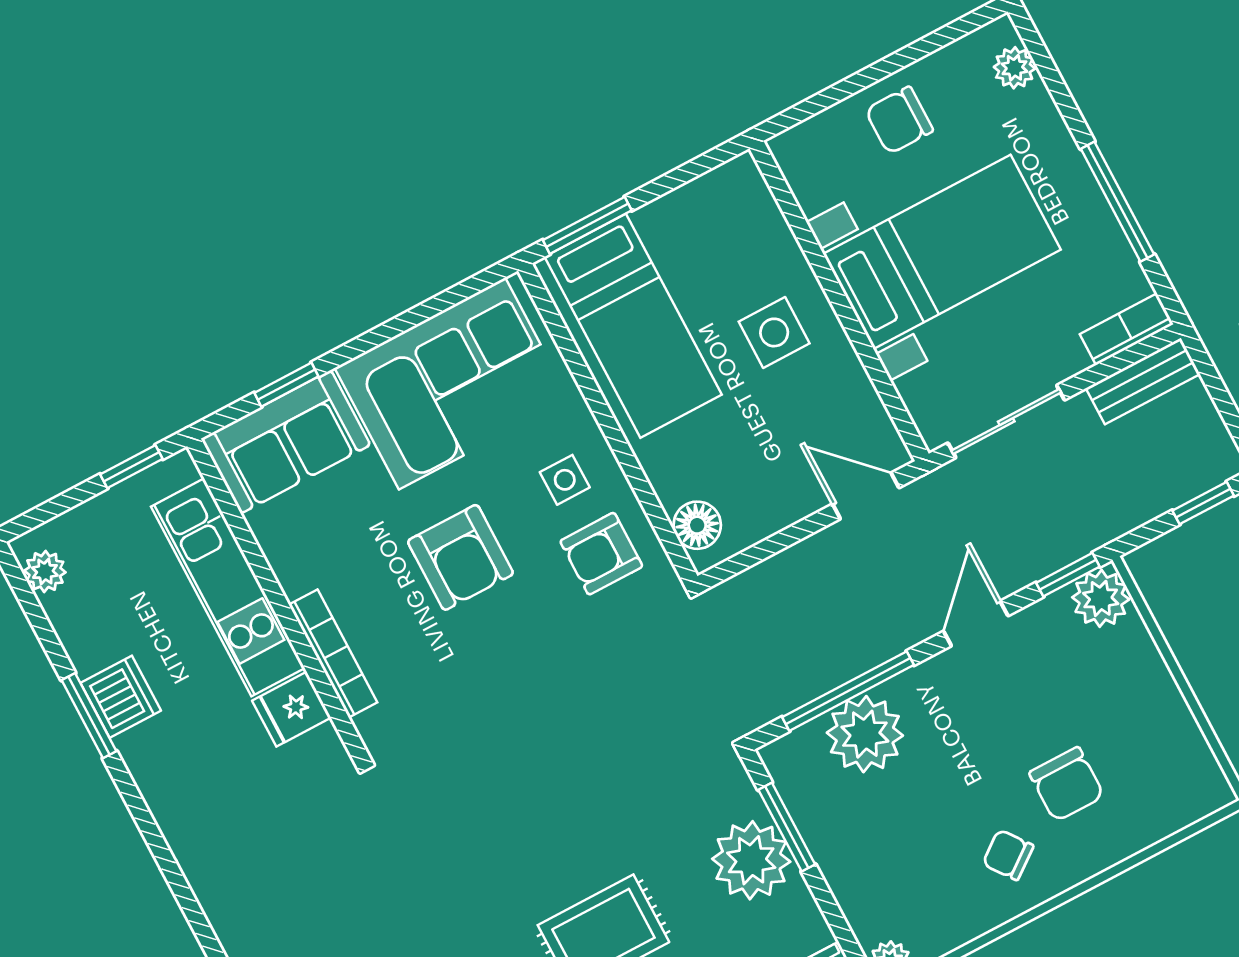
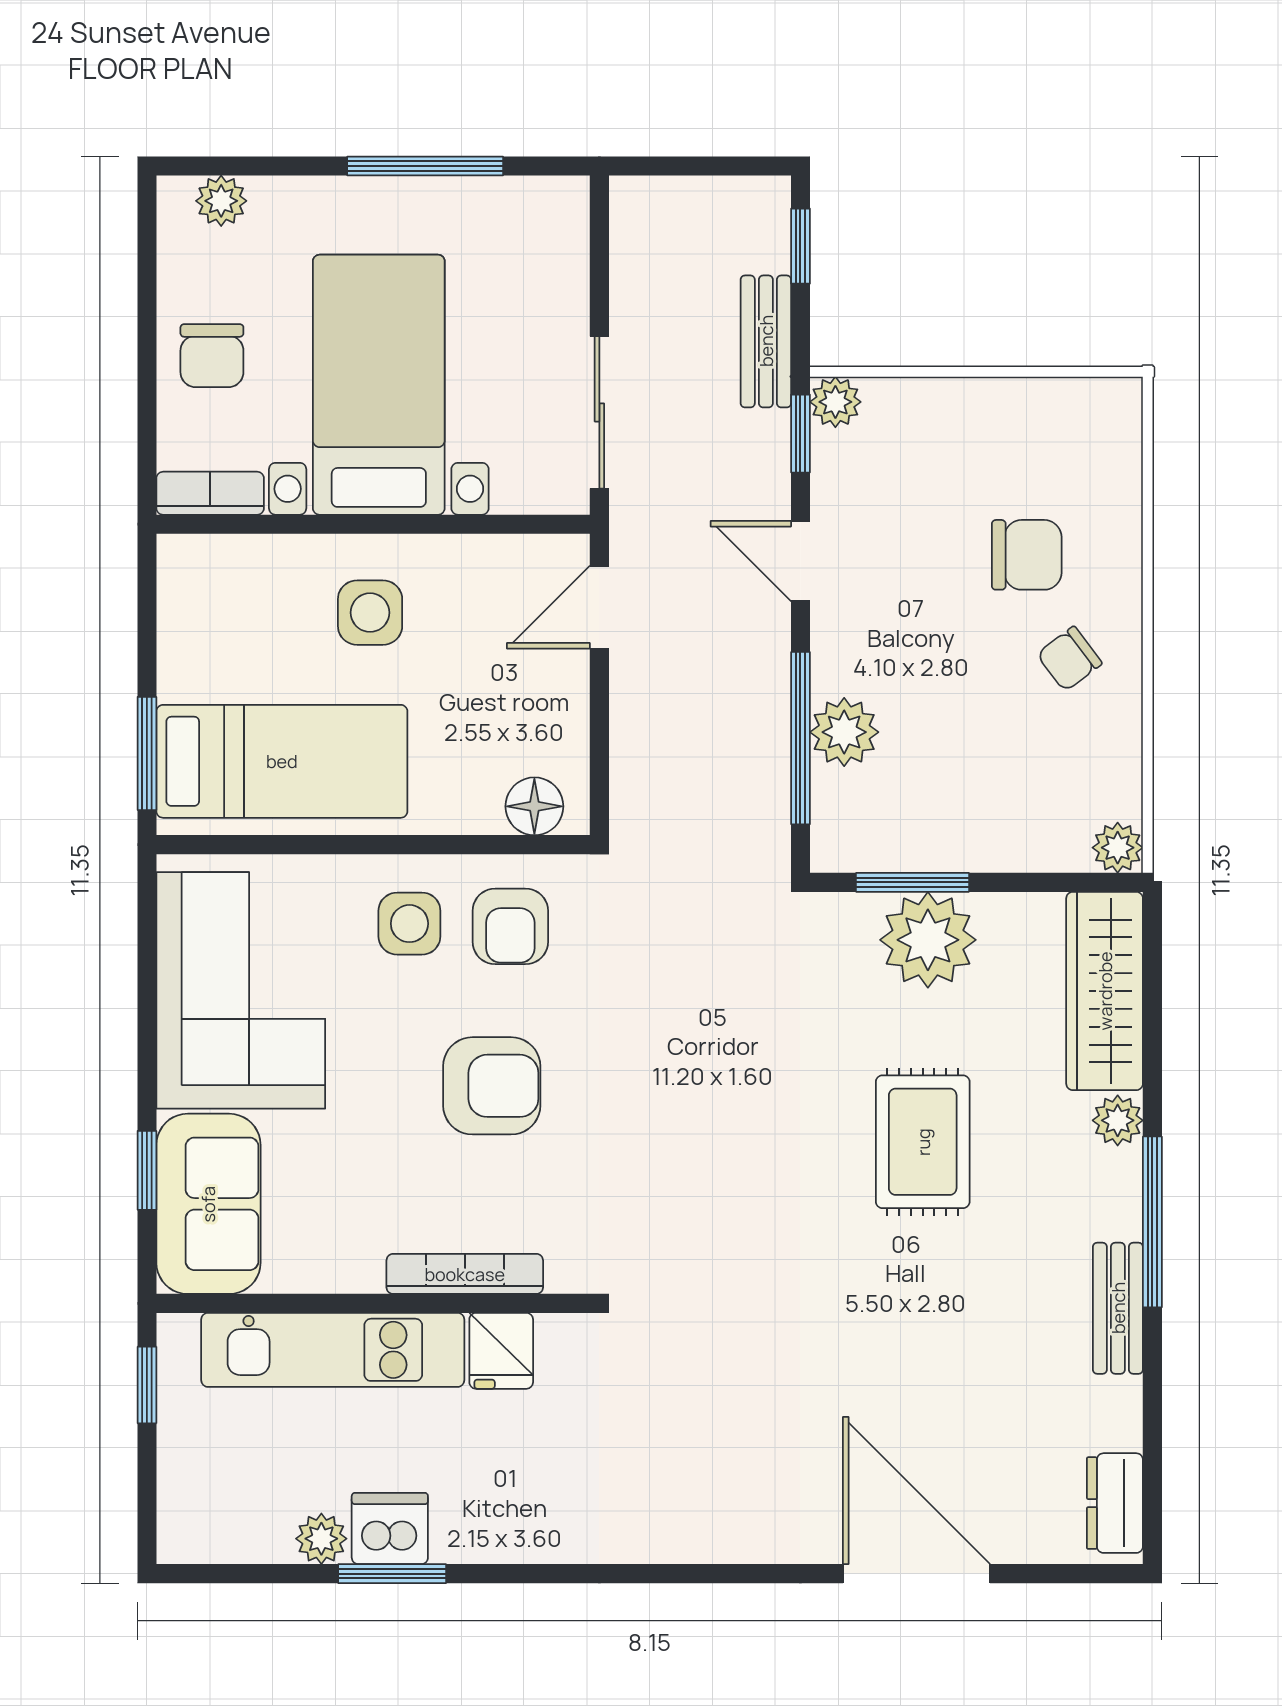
bookcase: (1127, 329) -> (210, 493), moved, turned 90
bench: (1143, 381) -> (766, 341), moved
side table: (565, 480) -> (409, 924), width x1.37, depth x1.37
armchair: (460, 557) -> (492, 1086), moved
plant: (45, 572) -> (321, 1539), moved
plant: (1101, 598) -> (835, 402), width x0.73, depth x0.73
plant: (865, 734) -> (844, 732), width x0.73, depth x0.73

